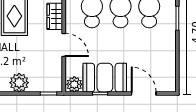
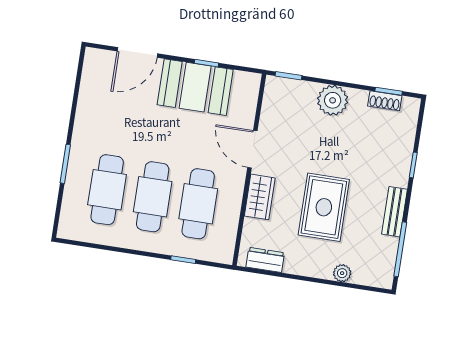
plant: (74, 84) -> (245, 84), removed
door: (144, 94) -> (137, 52), hinge flipped

